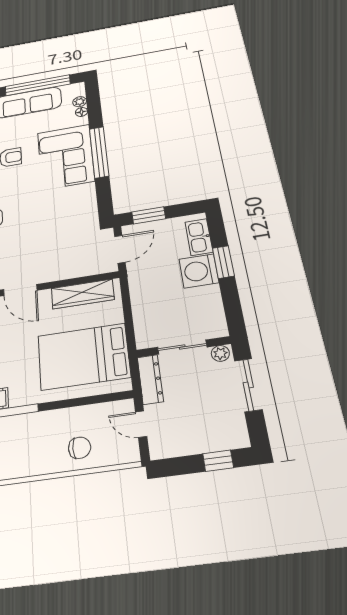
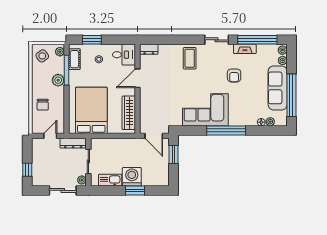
corner sofa: (66, 157) -> (205, 110), moved
kitchen sink: (199, 237) -> (110, 180), moved
plant: (29, 425) -> (58, 80), added

